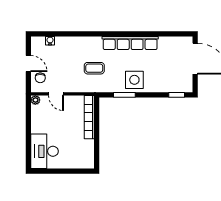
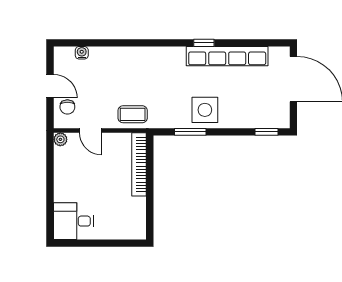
window: (134, 34) -> (204, 43), added
row of seats: (130, 43) -> (227, 56), moved
coffee table: (94, 68) -> (133, 114), moved
desk: (44, 151) -> (74, 221), width x0.73

